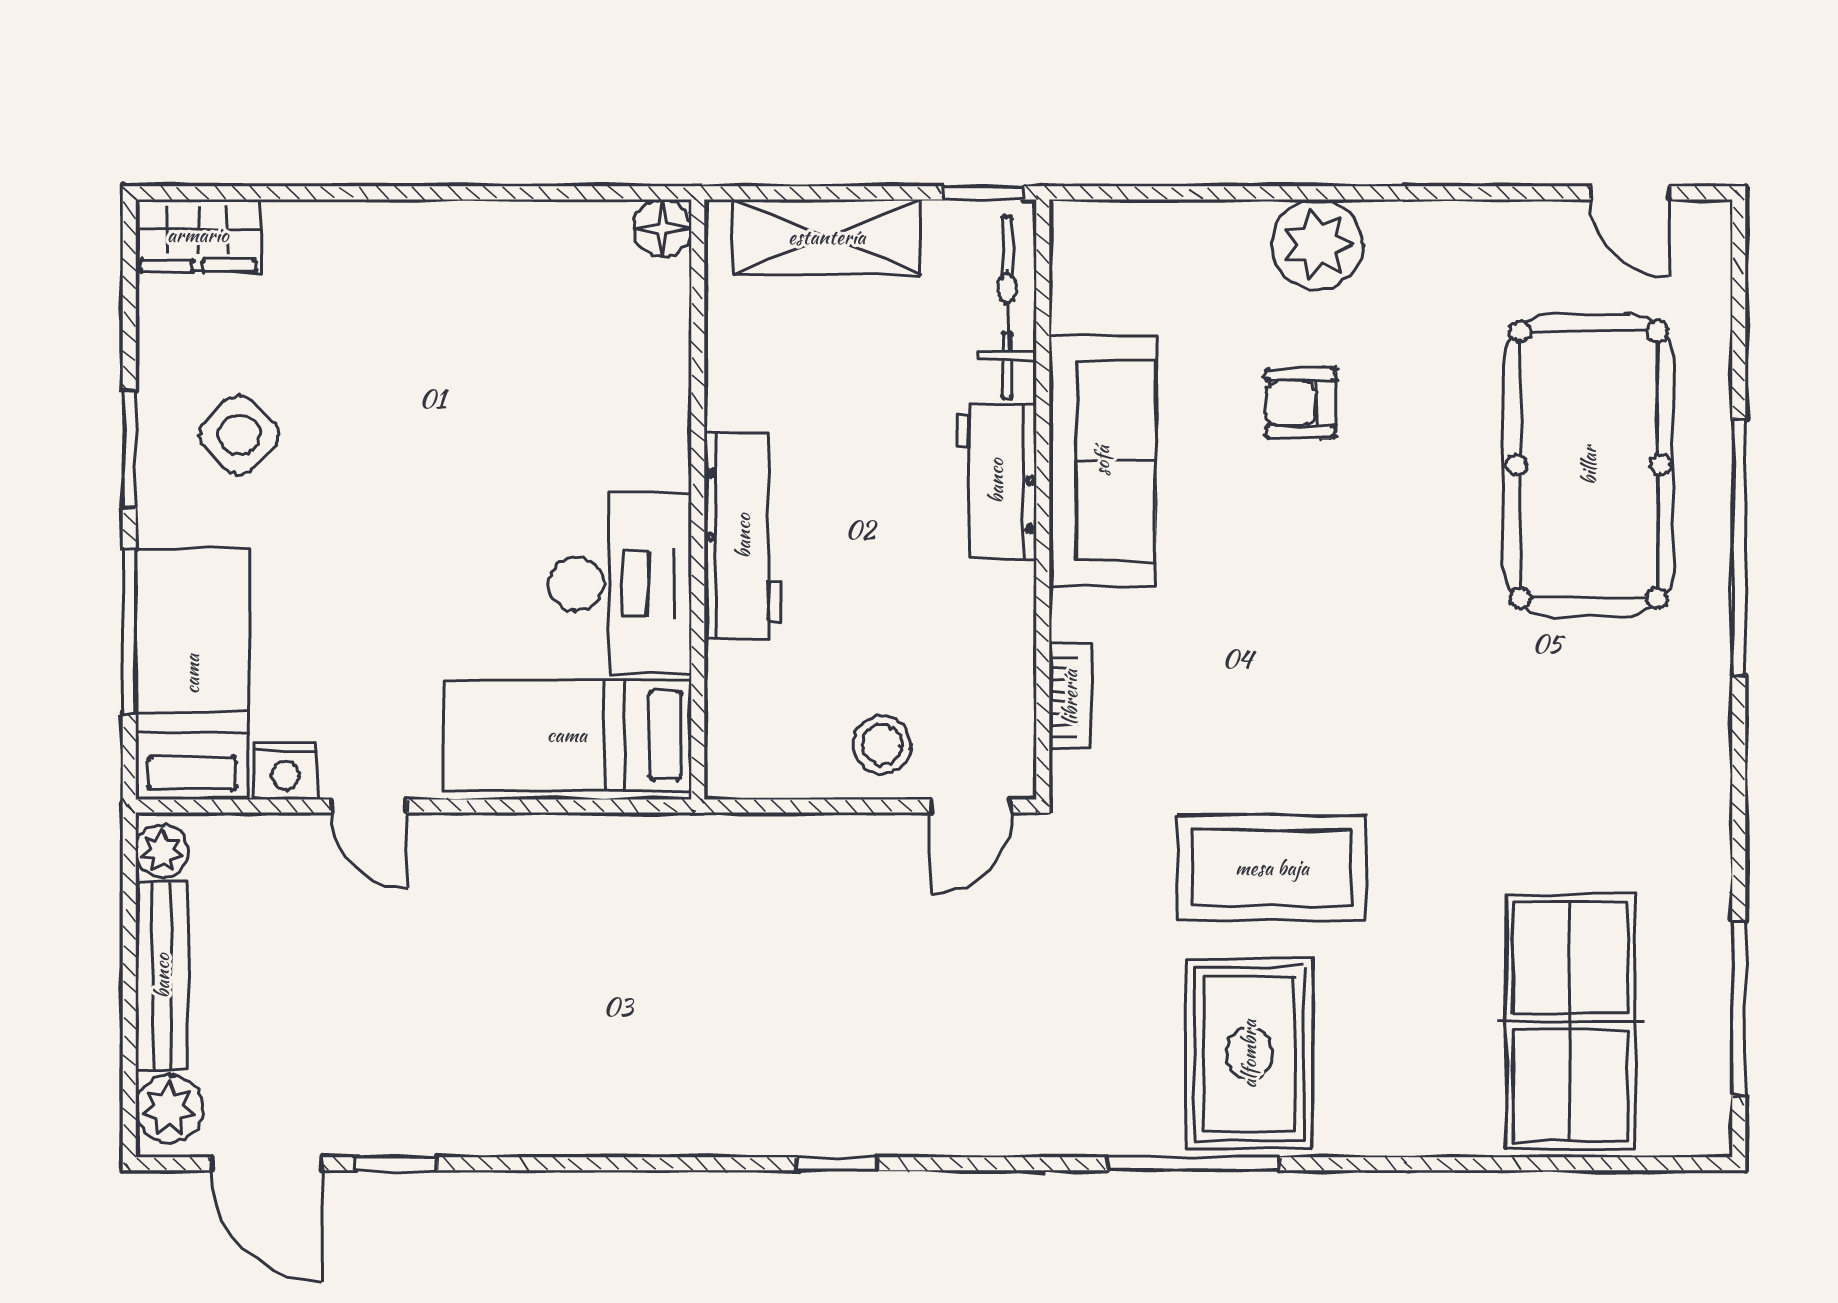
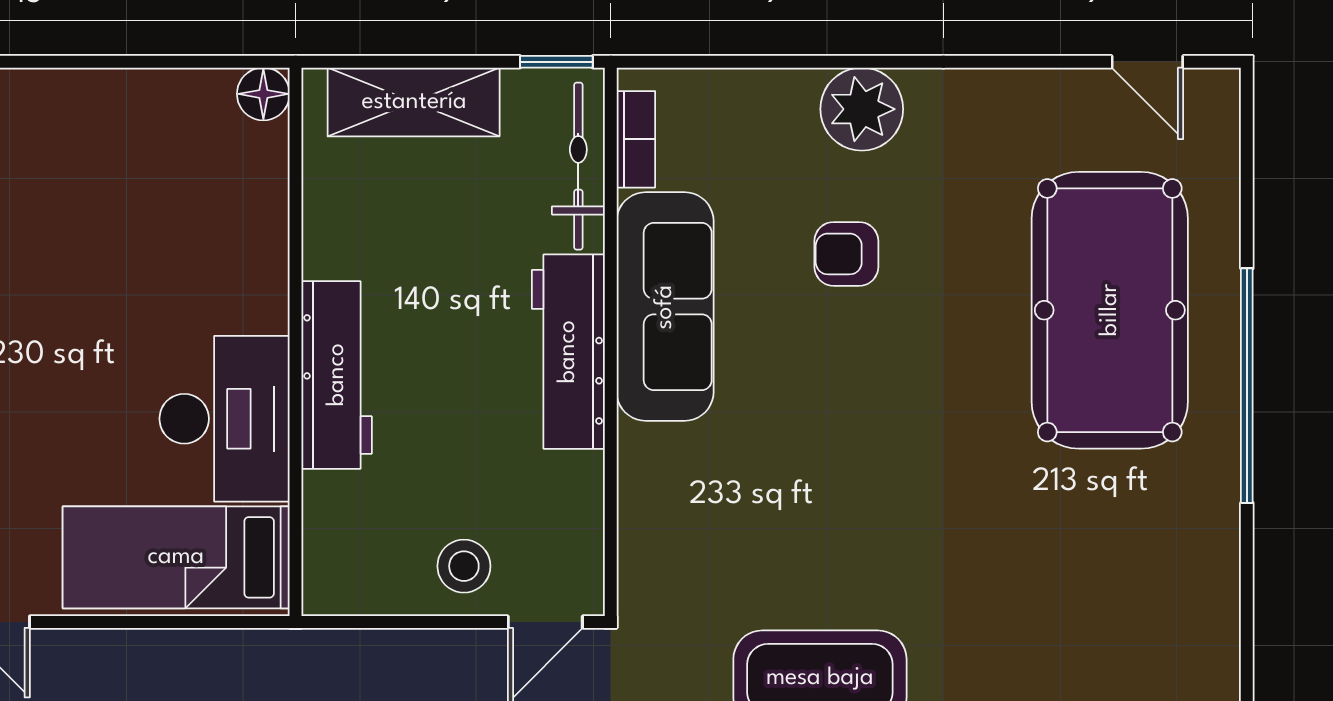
workbench: (996, 481) -> (568, 352), width x1.38
bookcase: (1070, 697) -> (636, 139), moved

